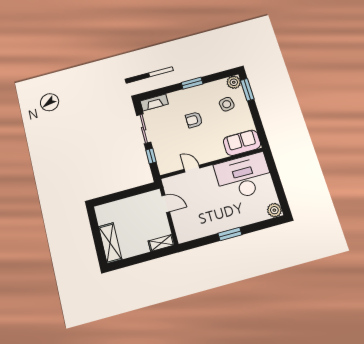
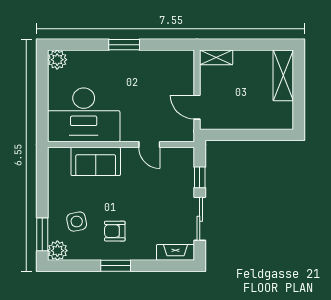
armchair: (194, 120) -> (115, 231), moved, turned 180
sofa: (242, 143) -> (96, 161), moved

